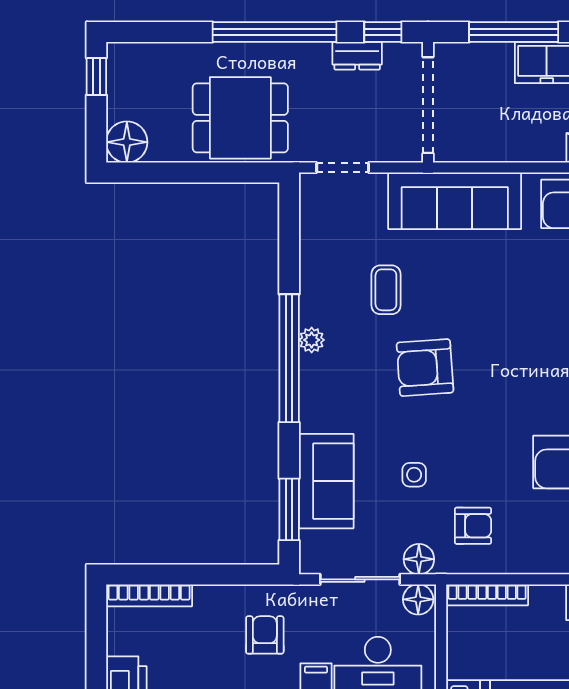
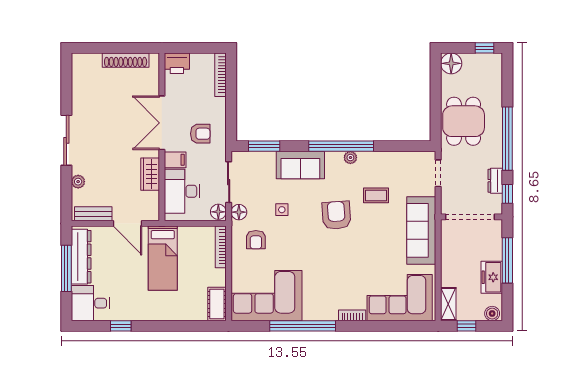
sofa: (326, 481) -> (300, 165), moved

